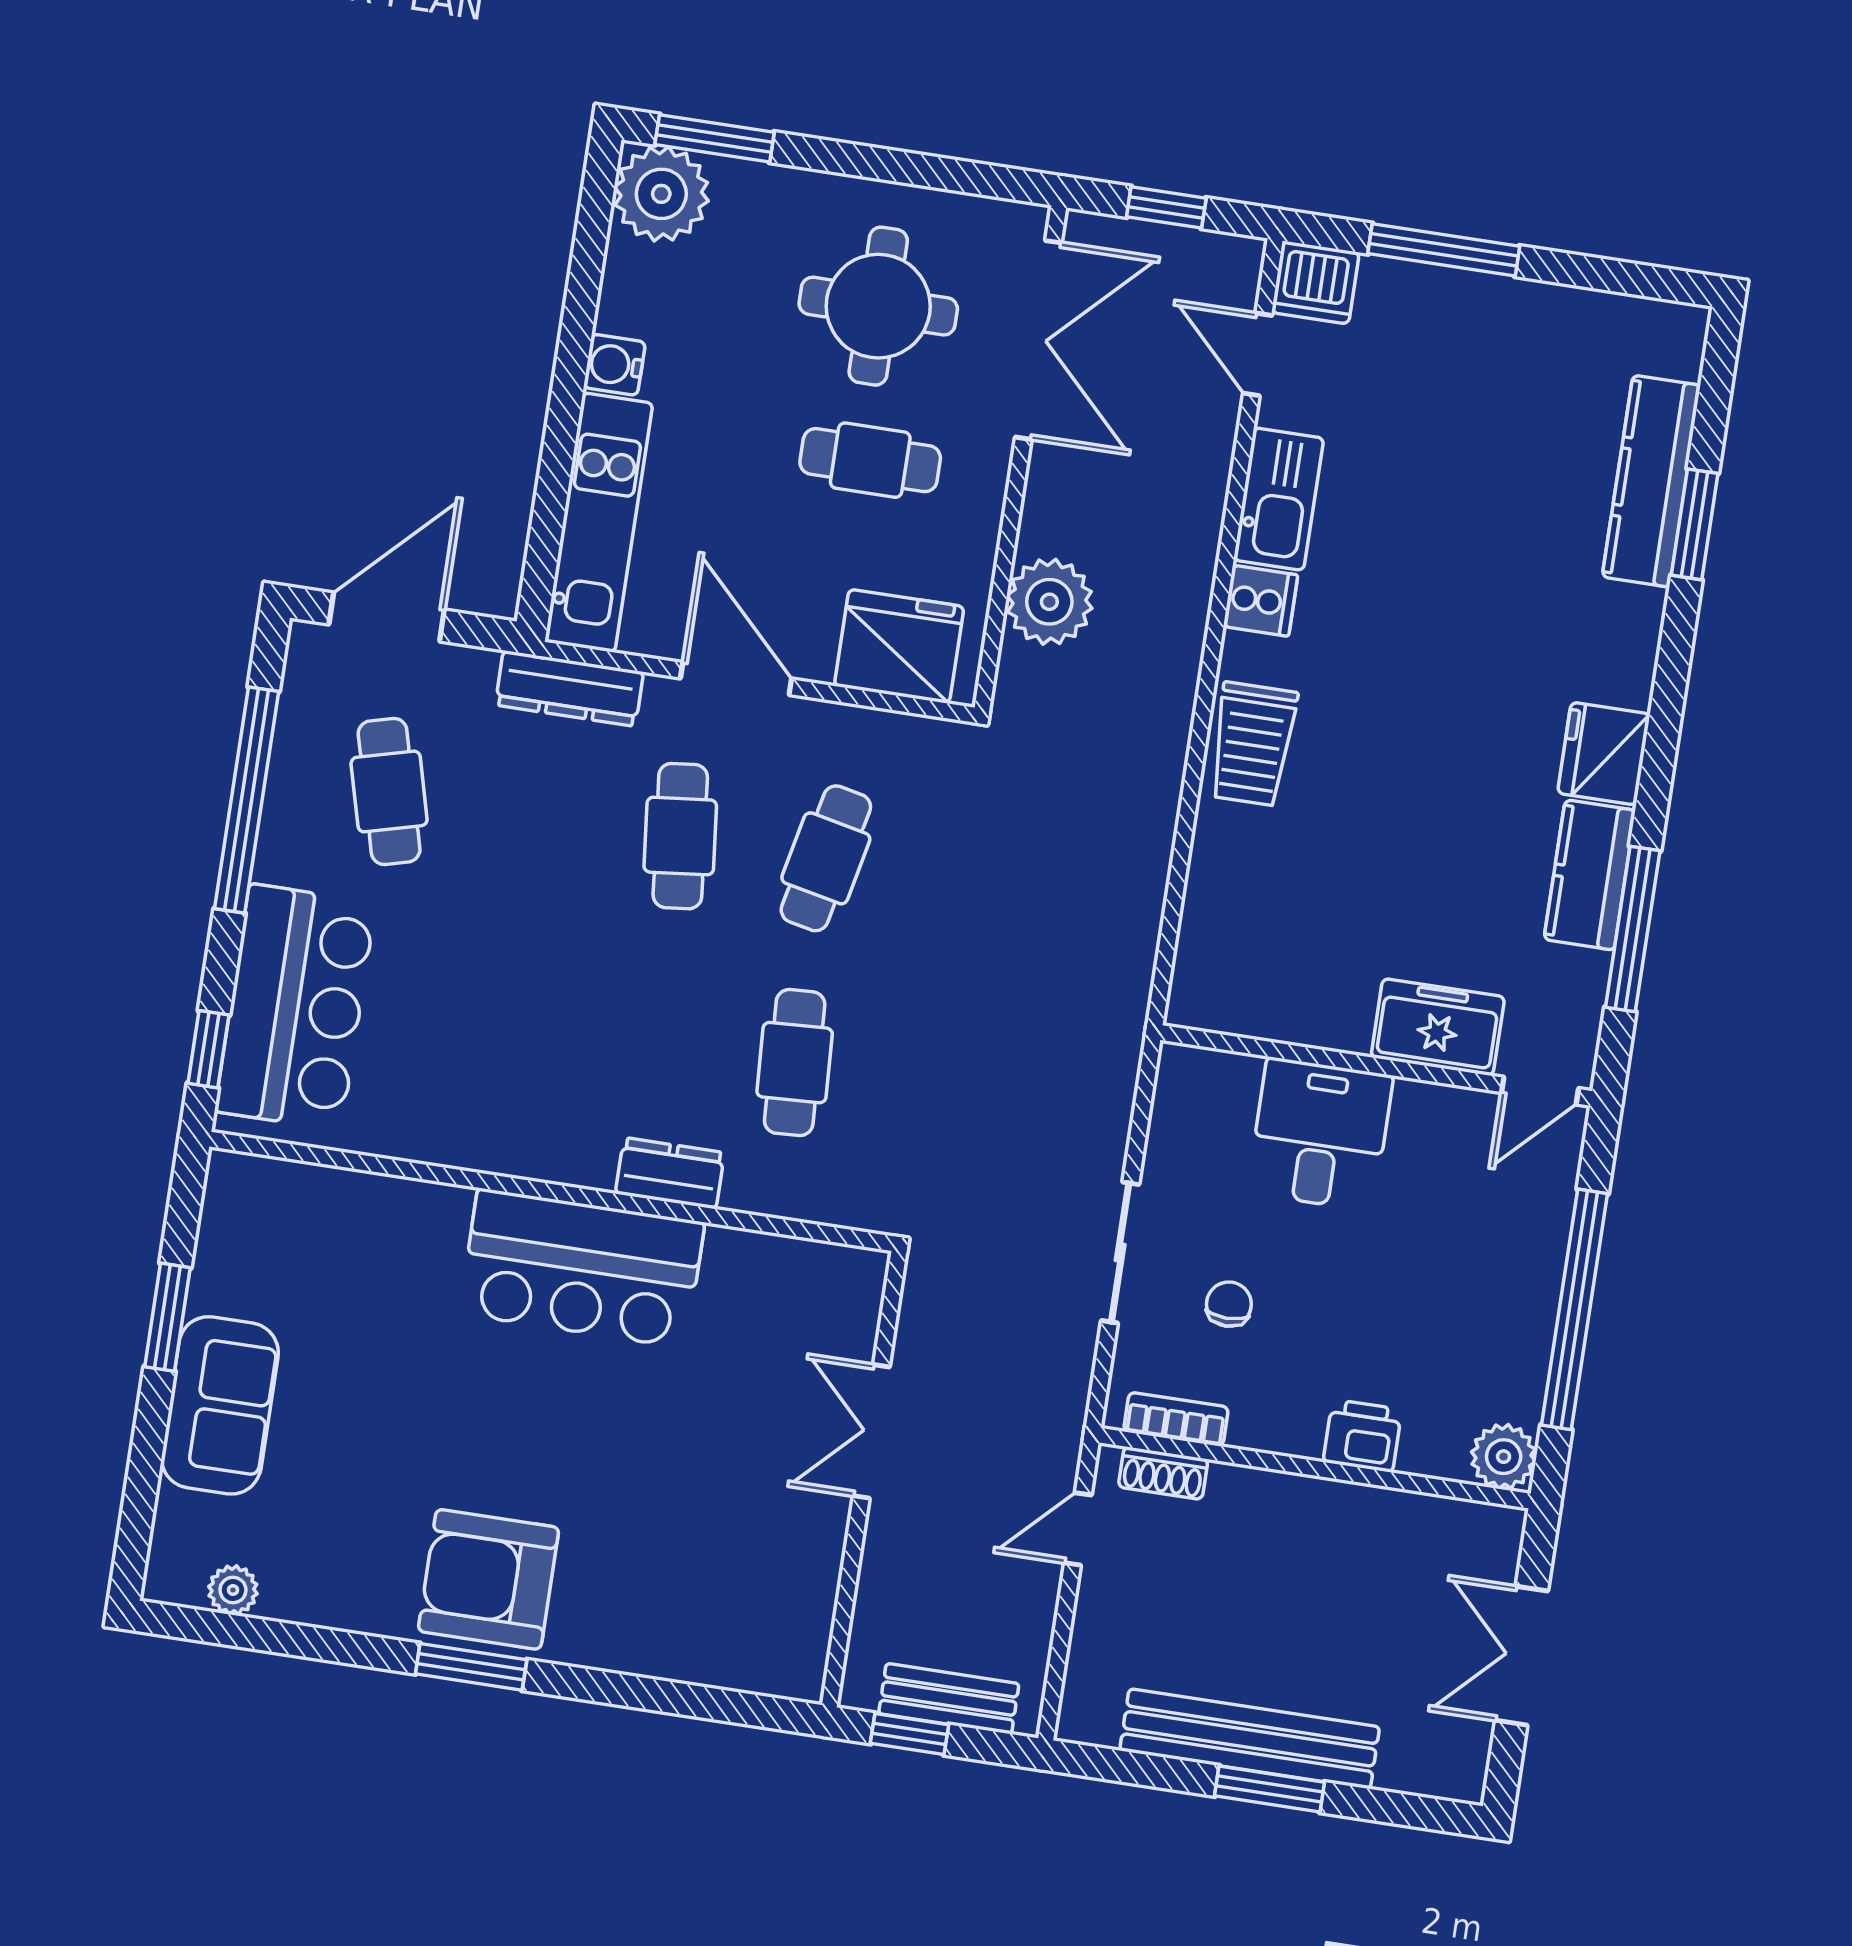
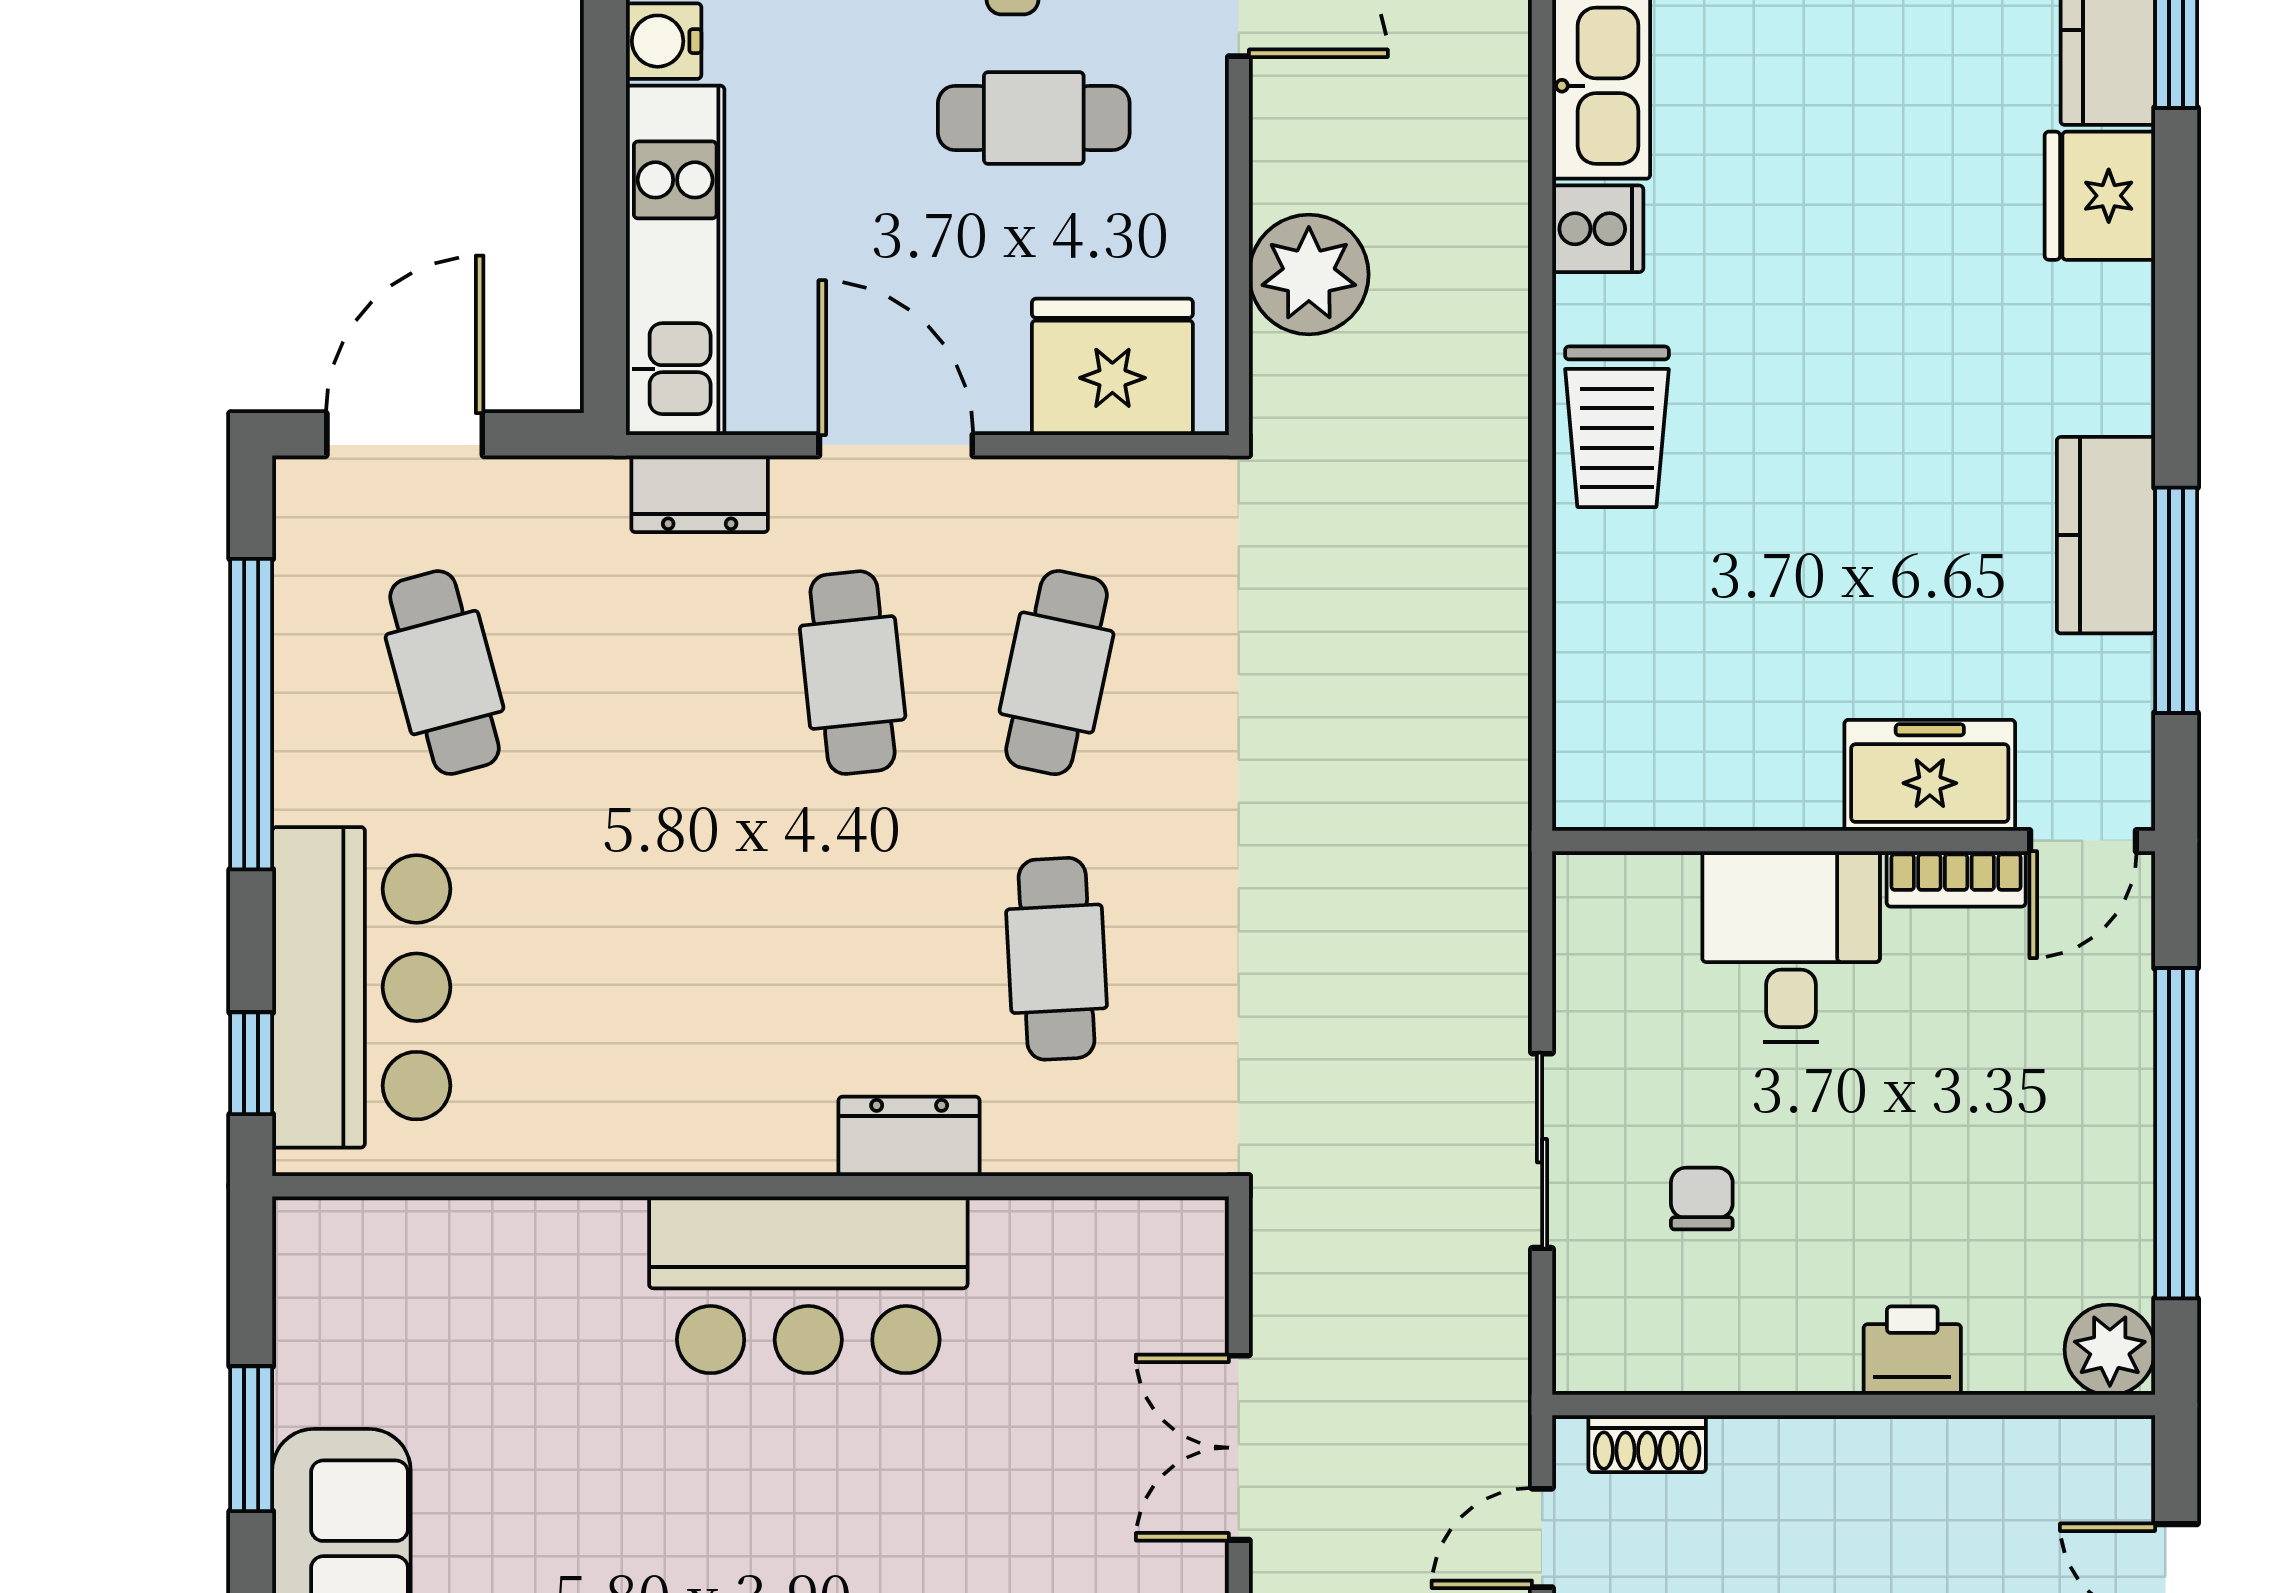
dresser: (569, 688) -> (700, 494), width x0.70
fridge: (1604, 754) -> (2100, 196), moved
bookcase: (1176, 1419) -> (1956, 879), moved, turned 180

